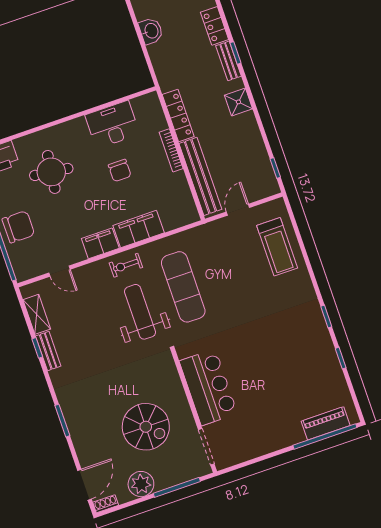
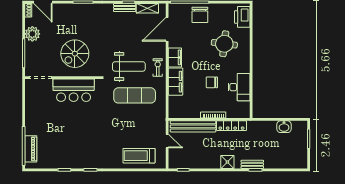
locker: (215, 26) -> (275, 163), removed
door: (59, 271) -> (167, 29), width x1.87
spiral stairs: (146, 427) -> (75, 54), moved

